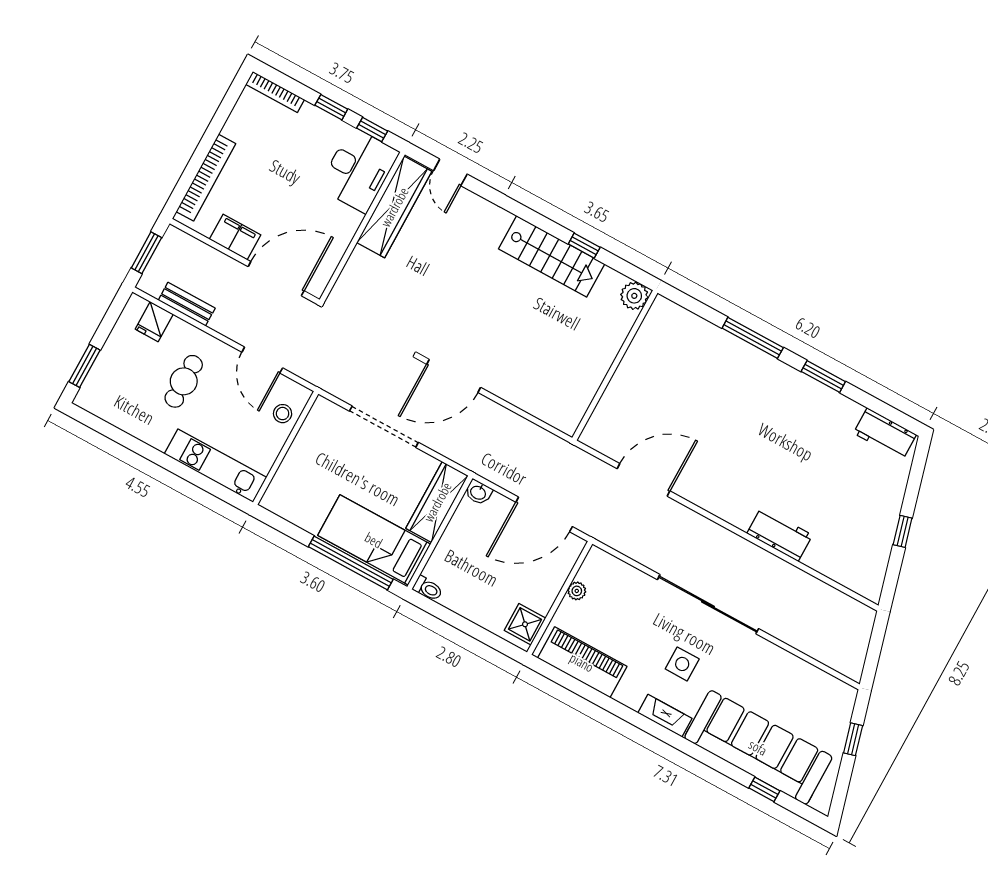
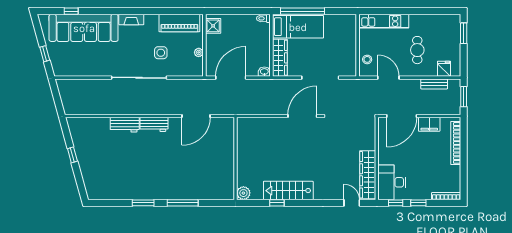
workbench: (885, 434) -> (154, 124), moved, turned 180
side table: (682, 664) -> (161, 53), moved

